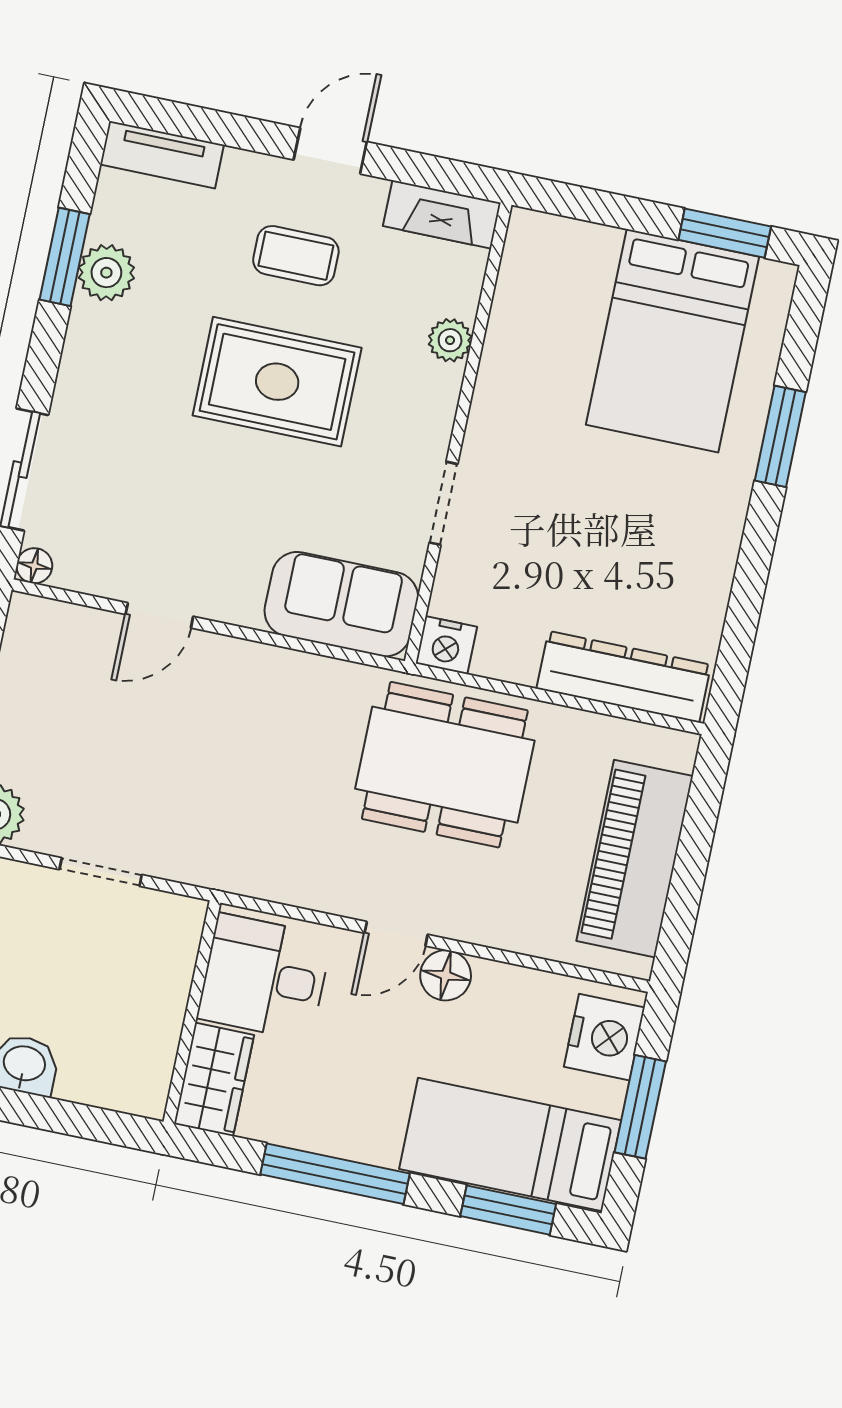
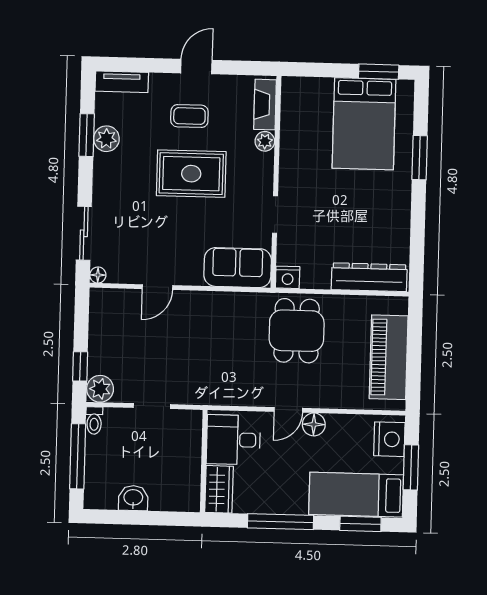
fireplace: (442, 214) -> (265, 105), moved, turned 90
dining table: (445, 765) -> (297, 331), width x0.73

